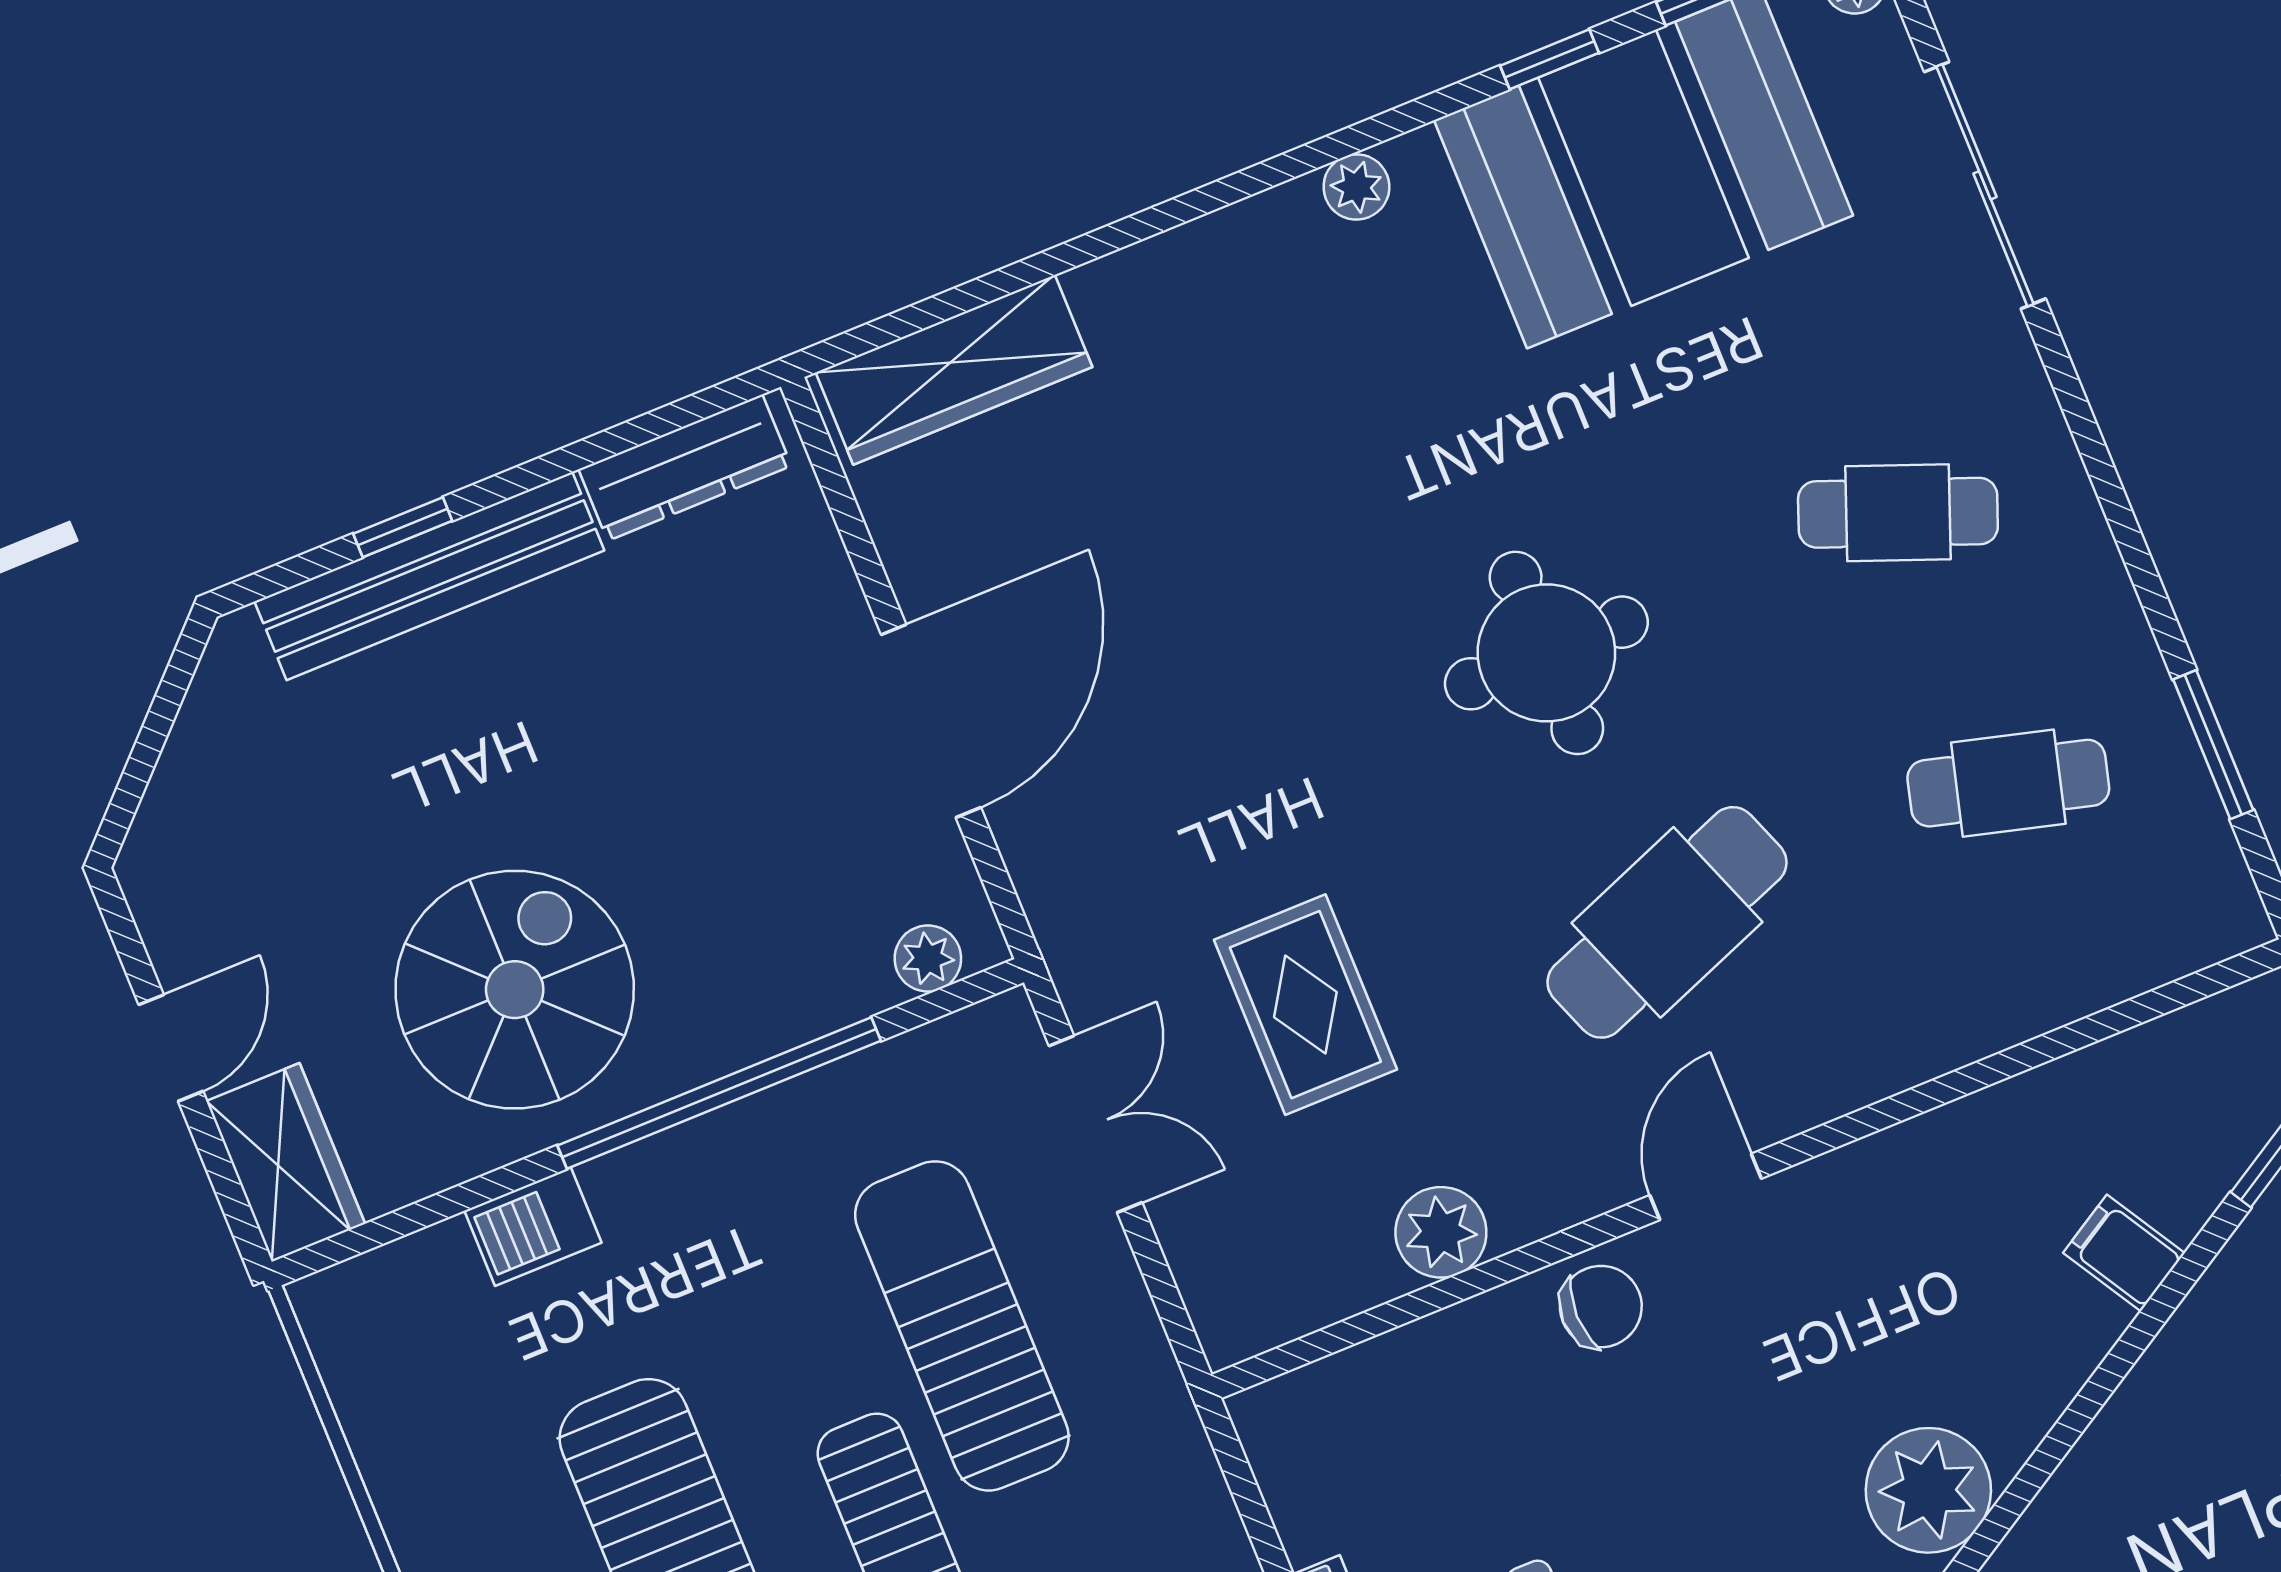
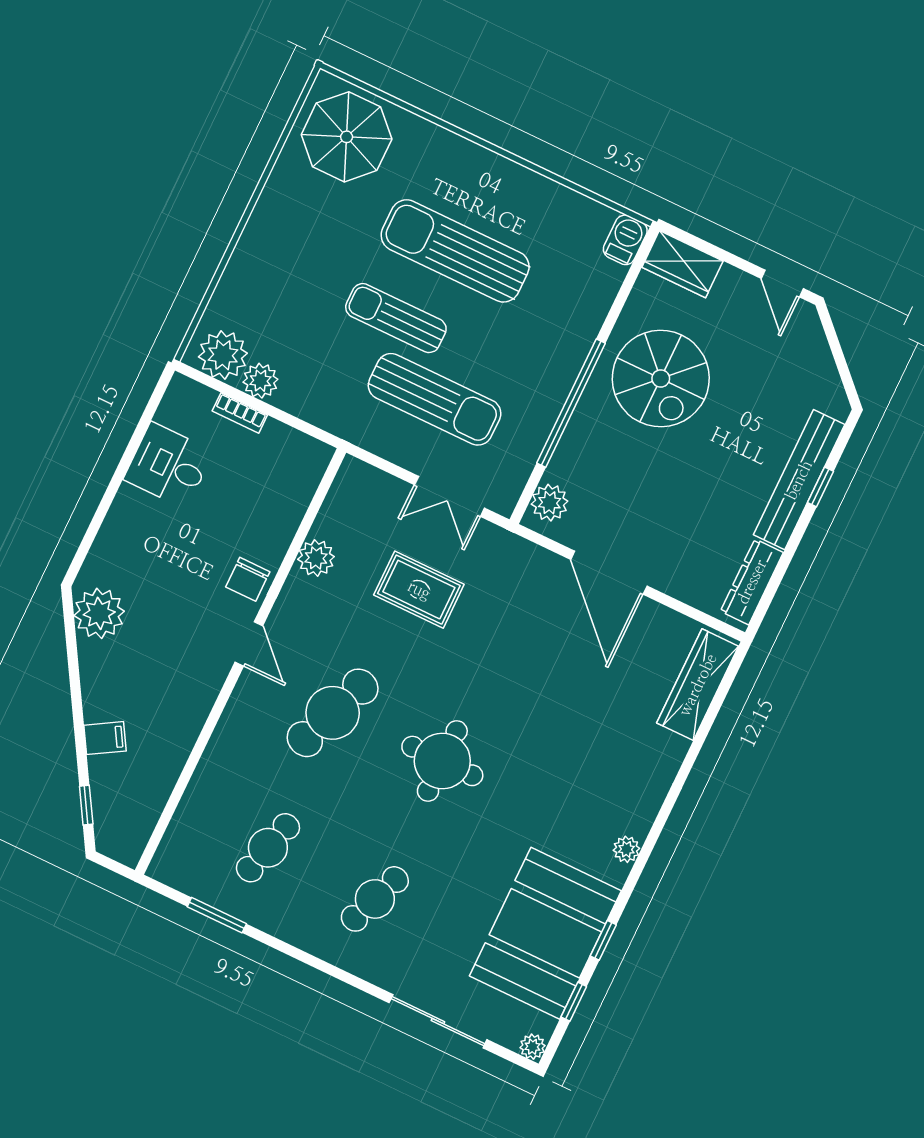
cafe table: (1667, 922) -> (333, 713), turned 42
plant: (928, 959) -> (550, 503), width x1.38, depth x1.38
door: (171, 1048) -> (782, 284), moved
barbecue: (533, 1227) -> (625, 240), moved

